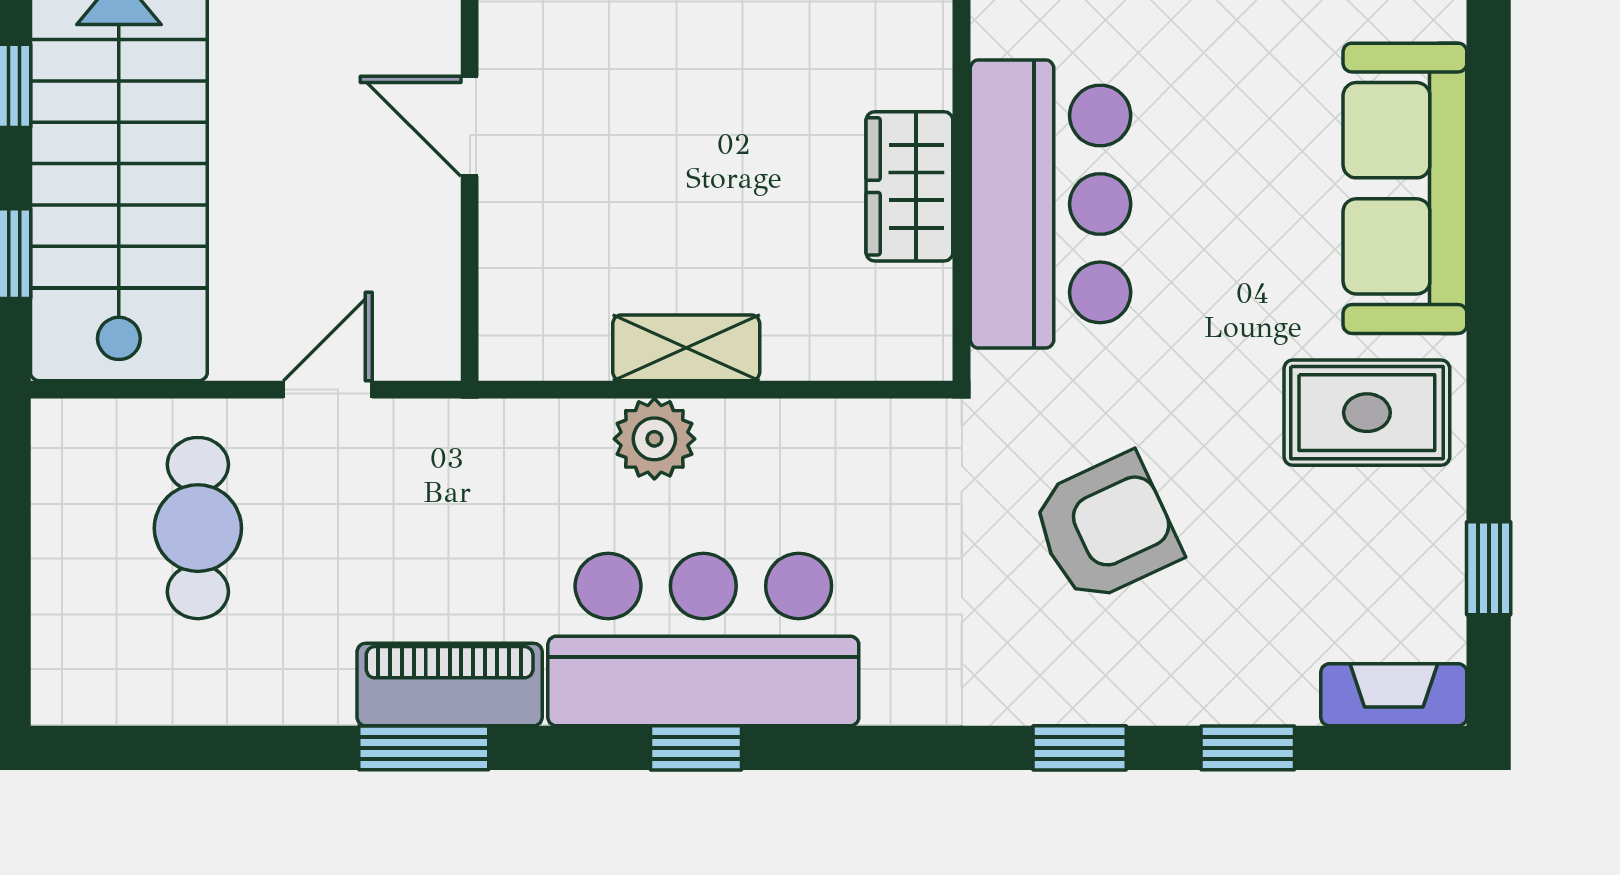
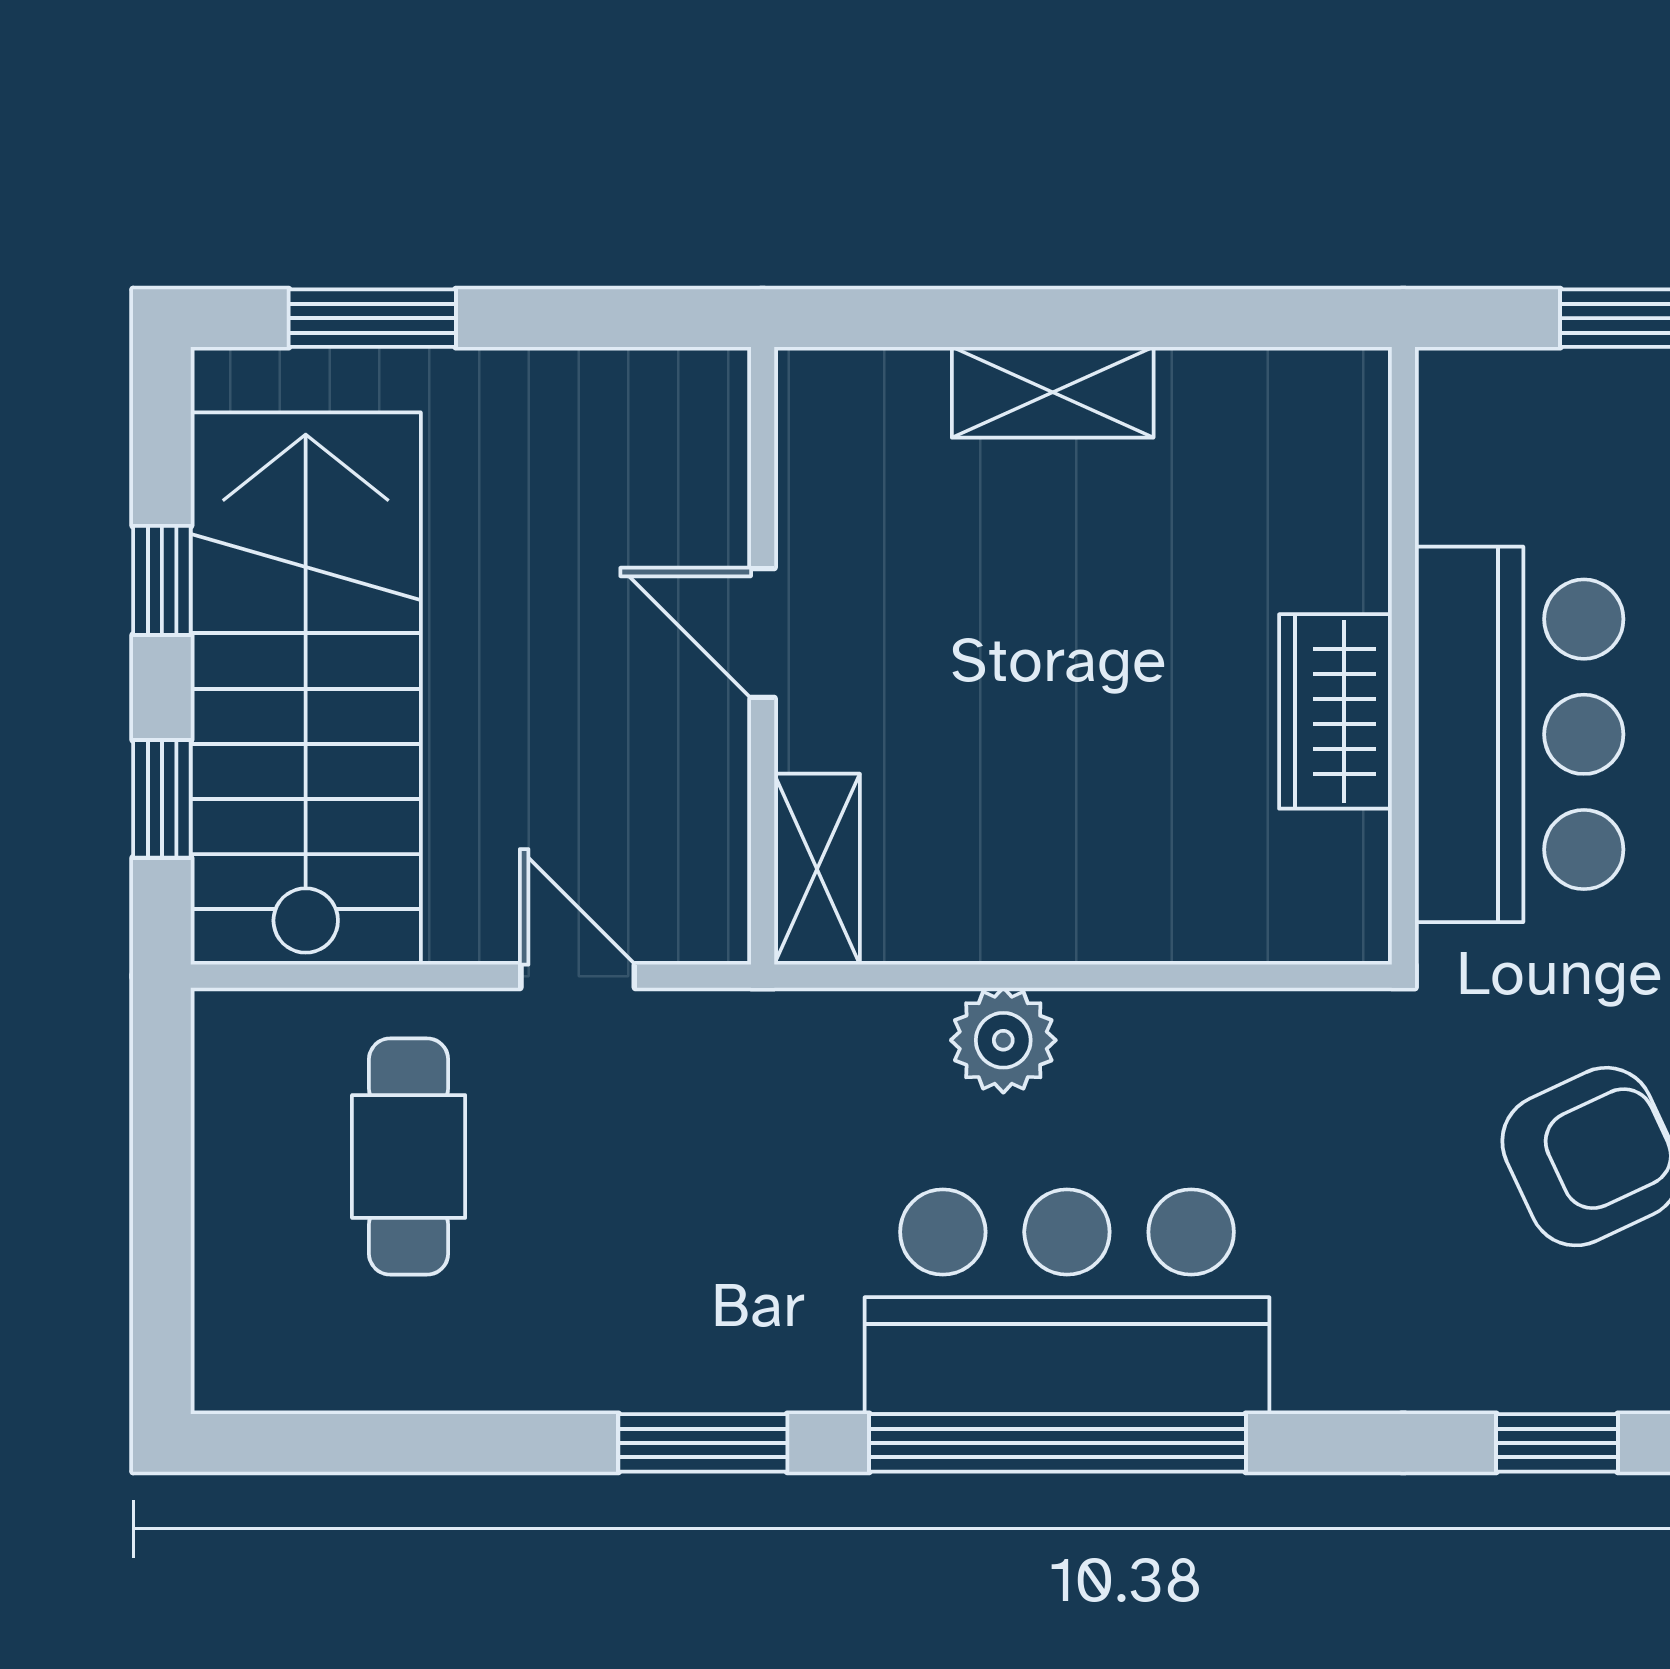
shelving: (686, 348) -> (817, 869), moved, turned 90
door: (328, 390) -> (578, 976), hinge flipped
piano: (450, 685) -> (736, 1360), removed
window: (696, 748) -> (1057, 1443), width x3.17

